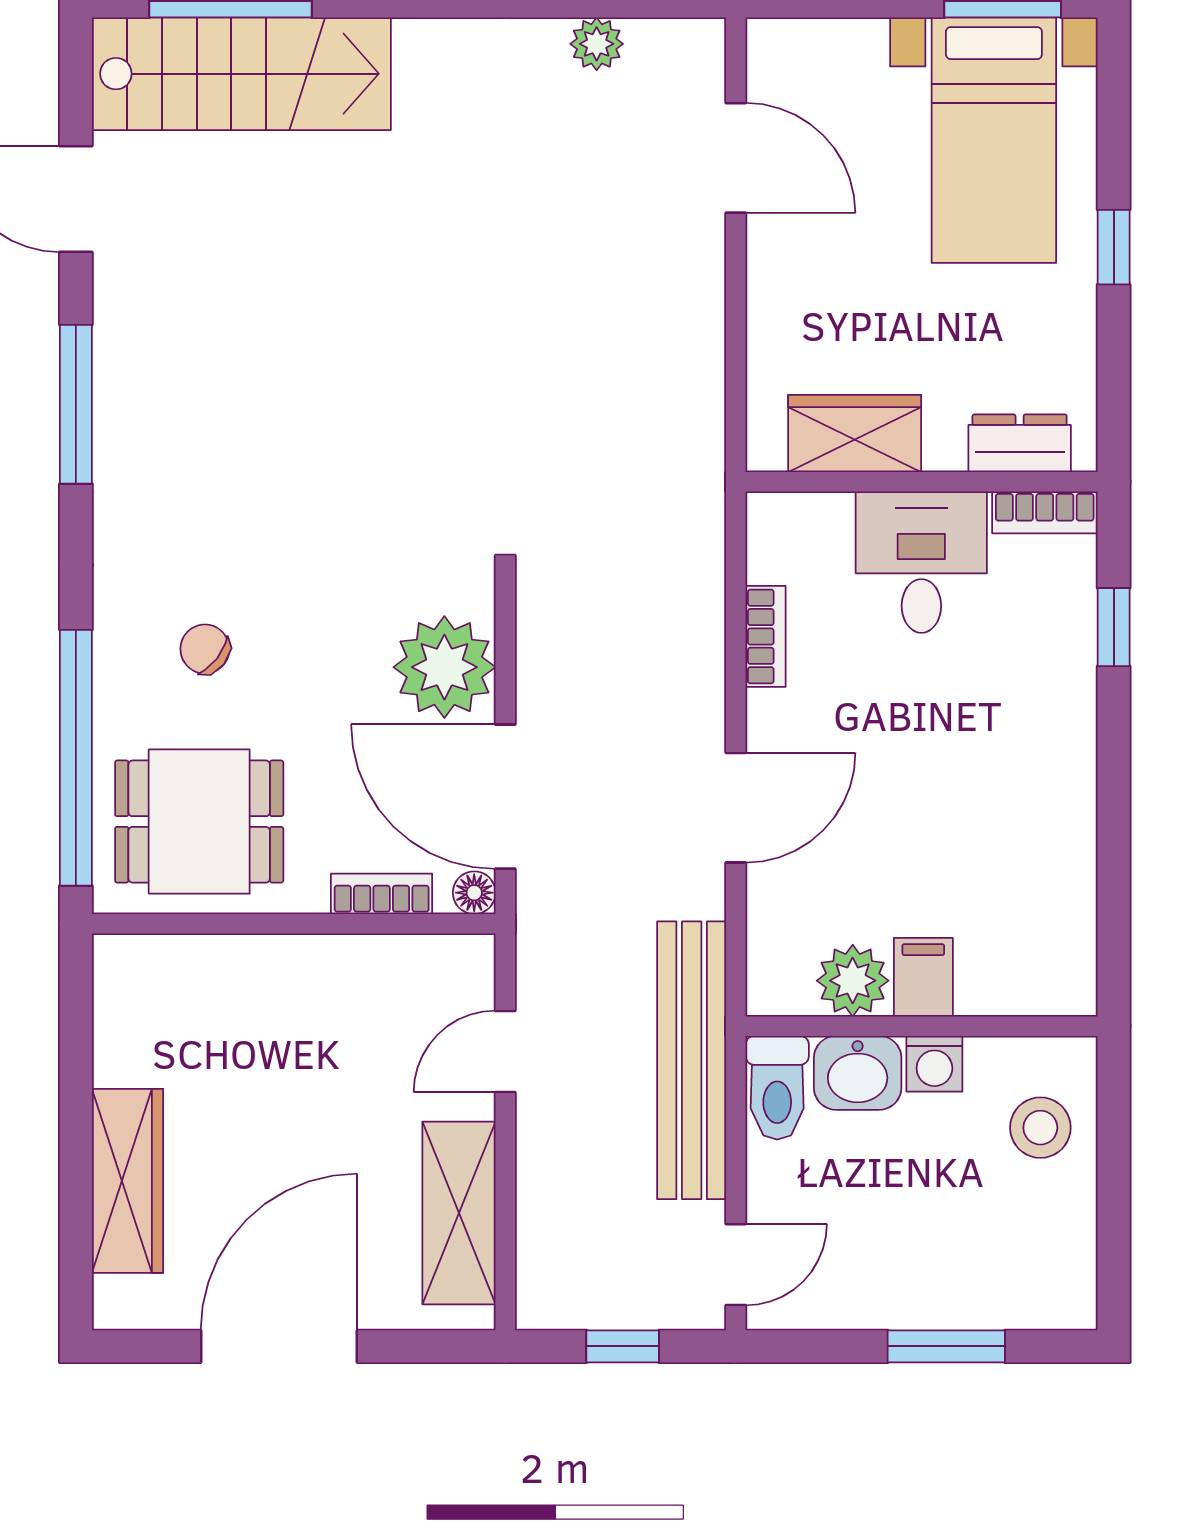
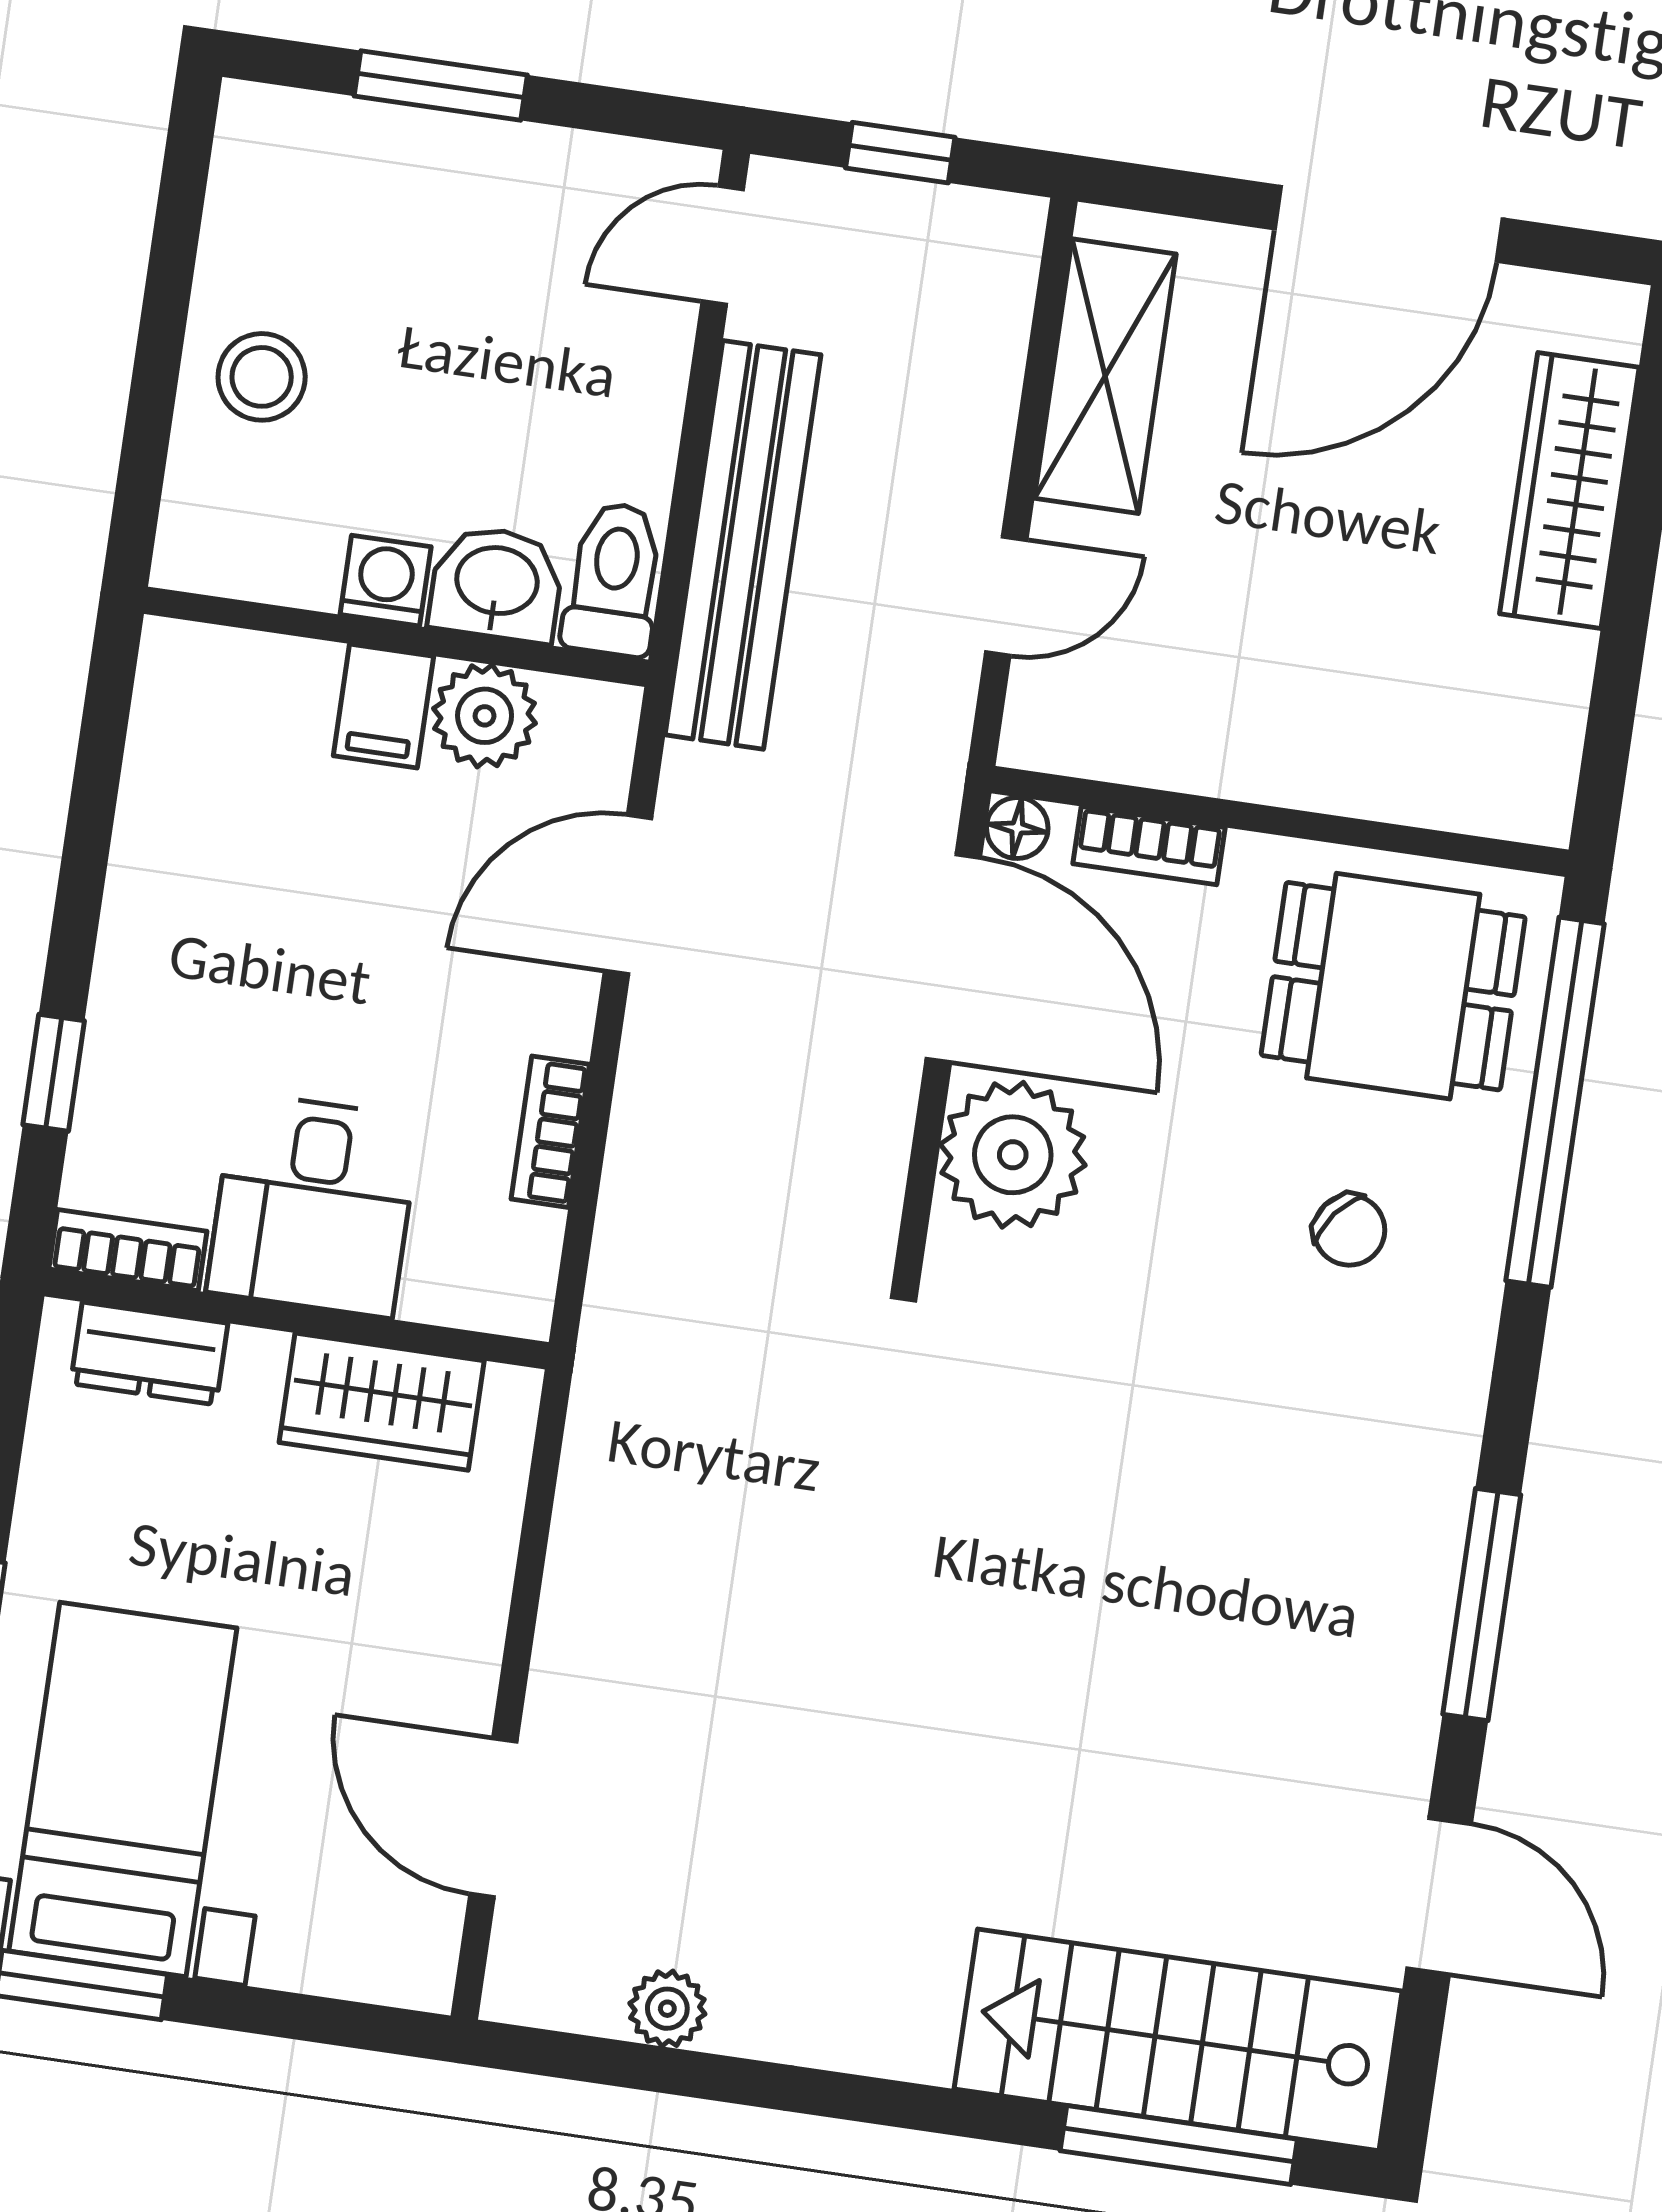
filing cabinet: (923, 977) -> (383, 706), moved
plant: (853, 981) -> (485, 716), moved
wall: (922, 1026) -> (396, 637), moved
washing machine: (934, 1064) -> (386, 581), moved
washbasin: (858, 1073) -> (497, 584), moved
toilet: (777, 1088) -> (614, 579), moved

